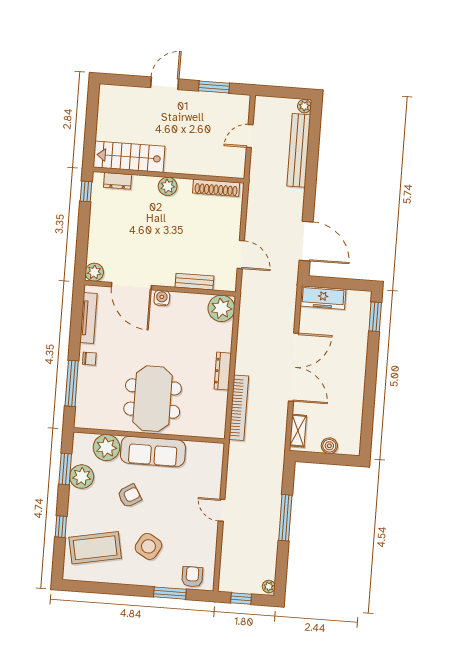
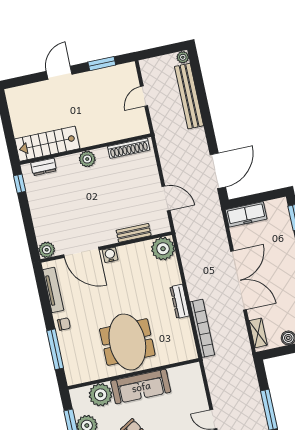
door: (306, 241) -> (218, 171), hinge flipped

